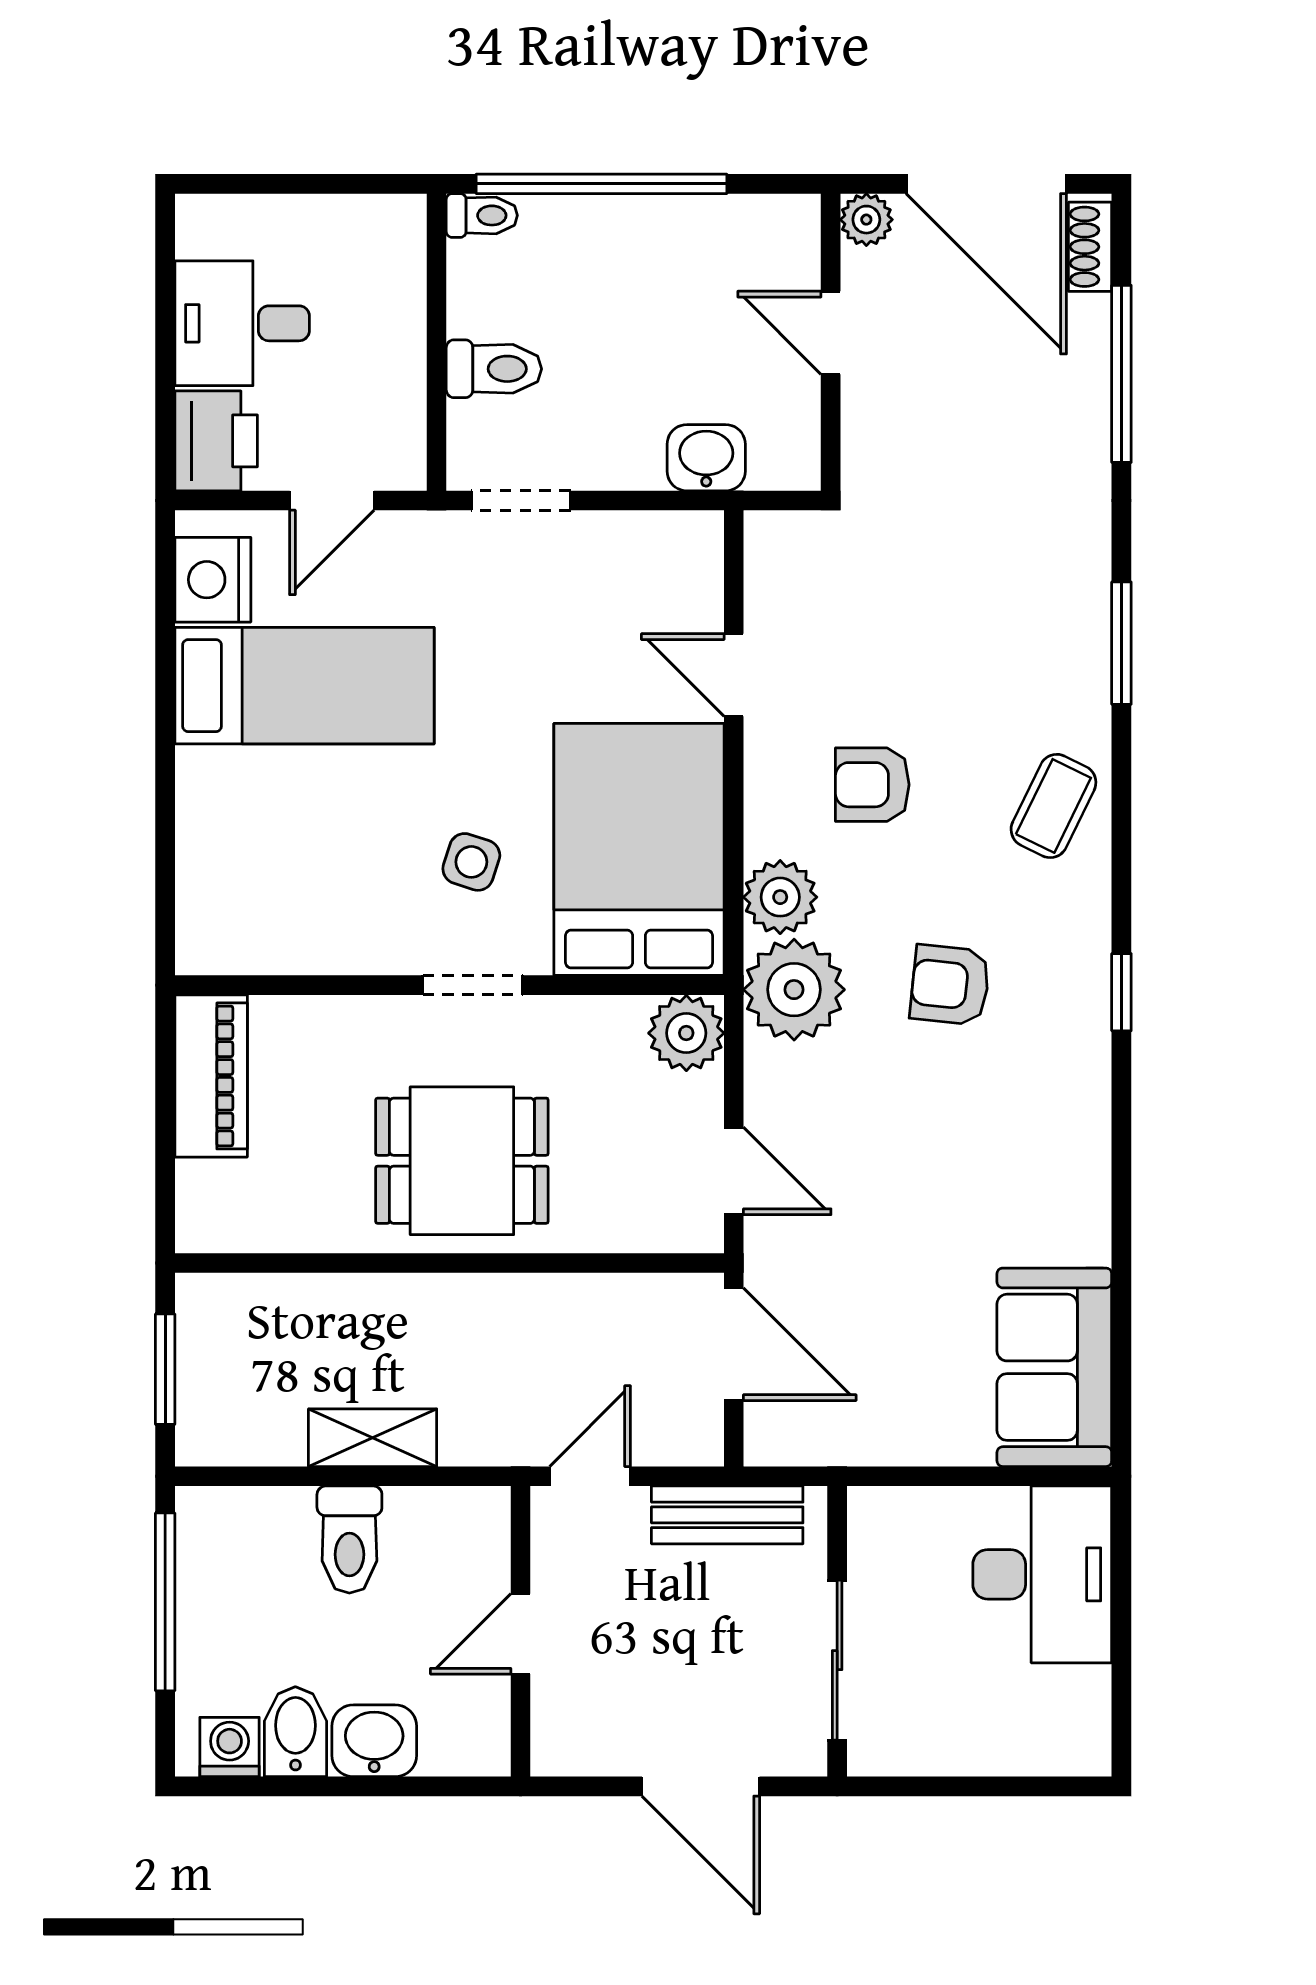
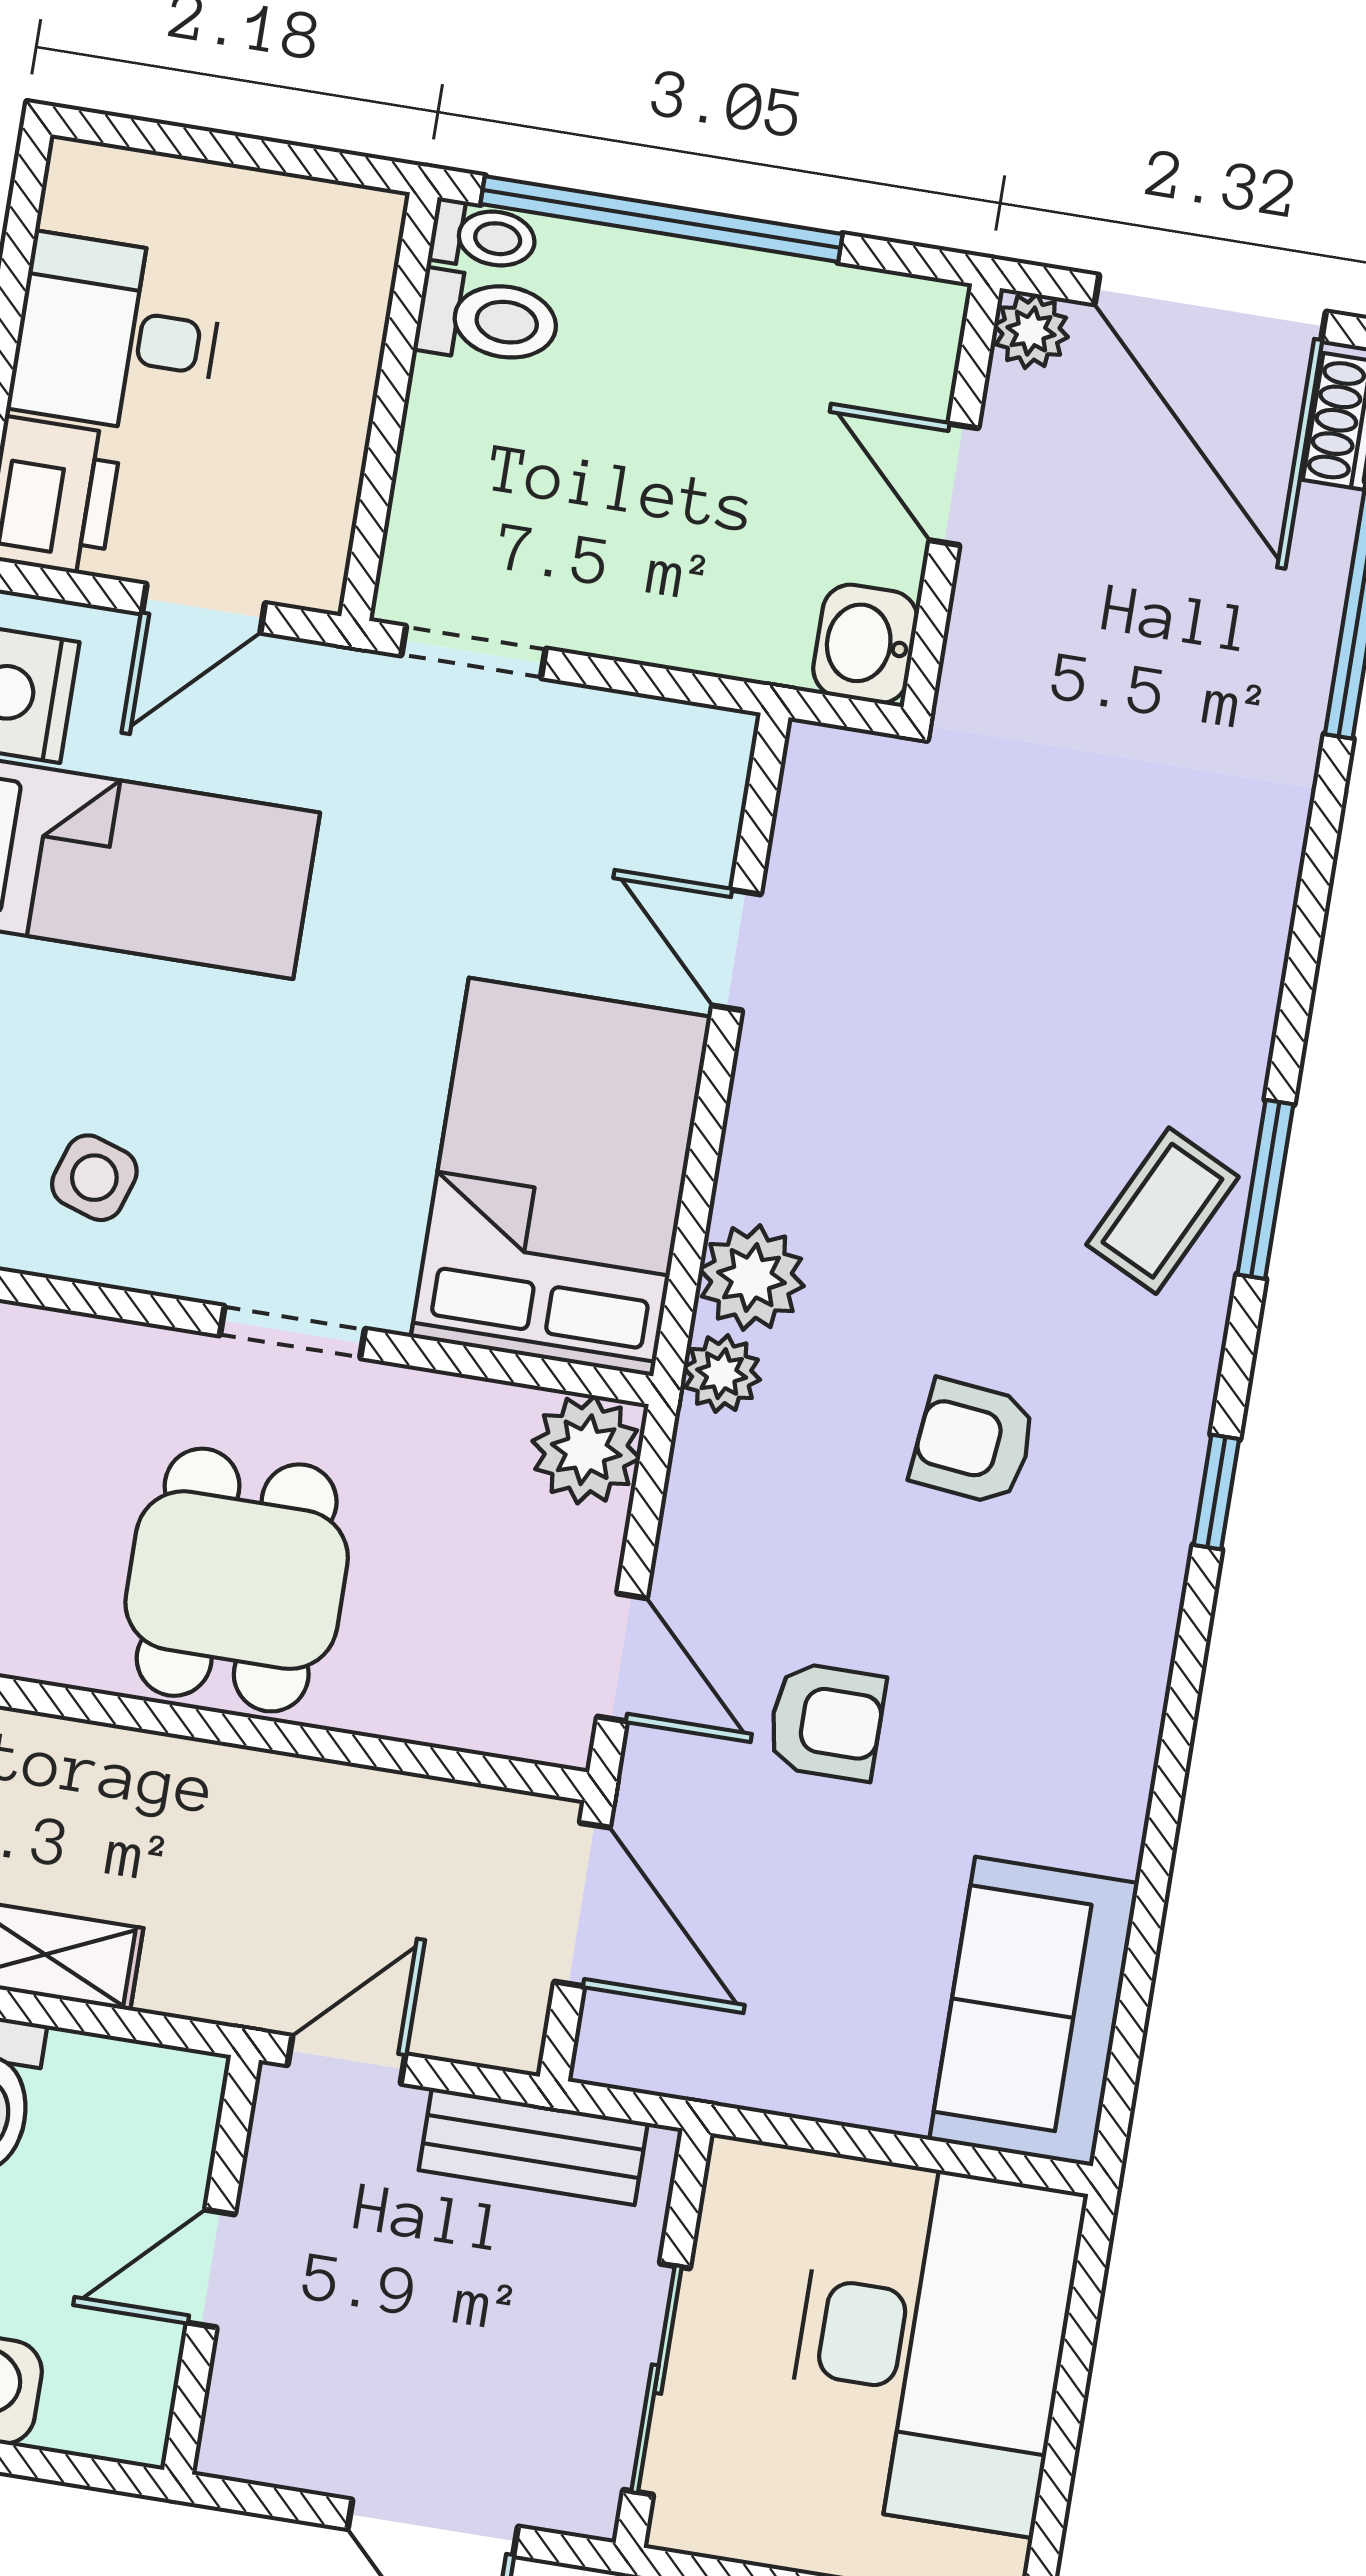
toilet: (494, 369) -> (488, 319), moved
washbasin: (706, 458) -> (865, 644), moved, turned -90
window: (1121, 643) -> (1265, 1189), moved
armchair: (872, 785) -> (826, 1721), moved, turned 180
side table: (471, 862) -> (94, 1178), moved
plant: (794, 990) -> (722, 1374), width x0.53, depth x0.53
dining table: (462, 1161) -> (237, 1580), turned 90
desk: (1042, 1574) -> (932, 2345), width x1.36, depth x1.30

